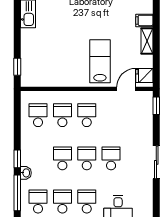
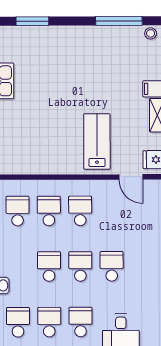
door: (126, 89) -> (131, 177), swing flipped

